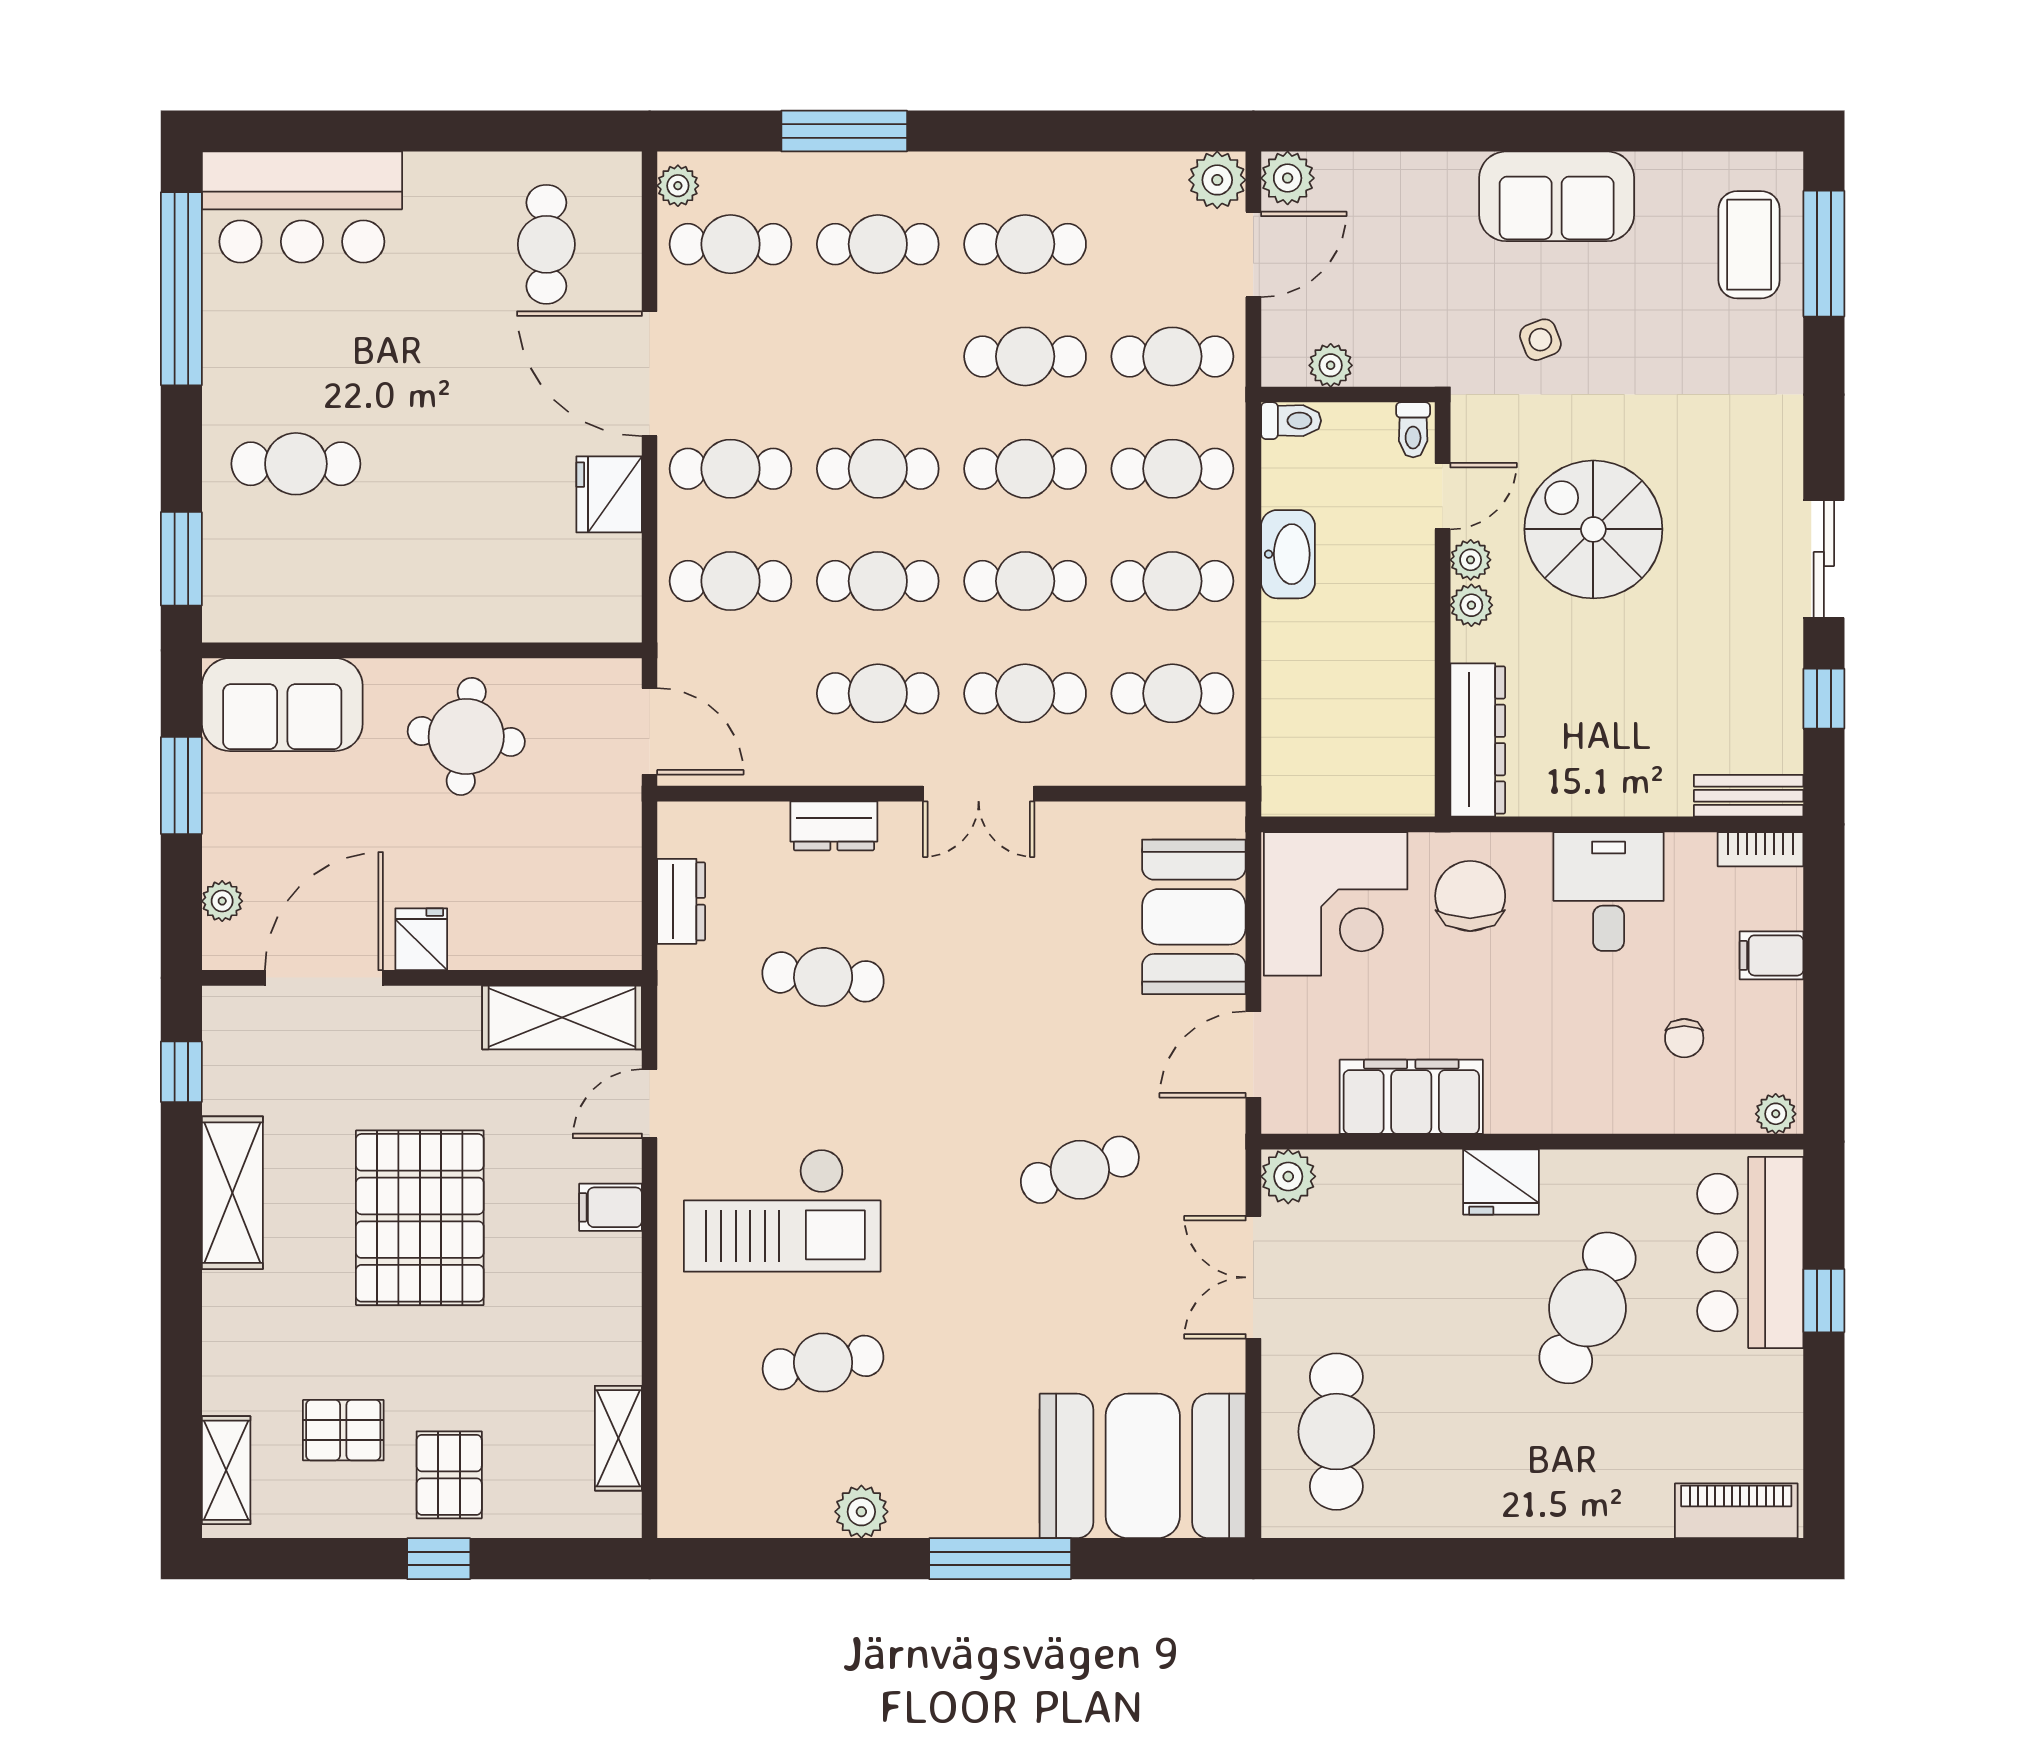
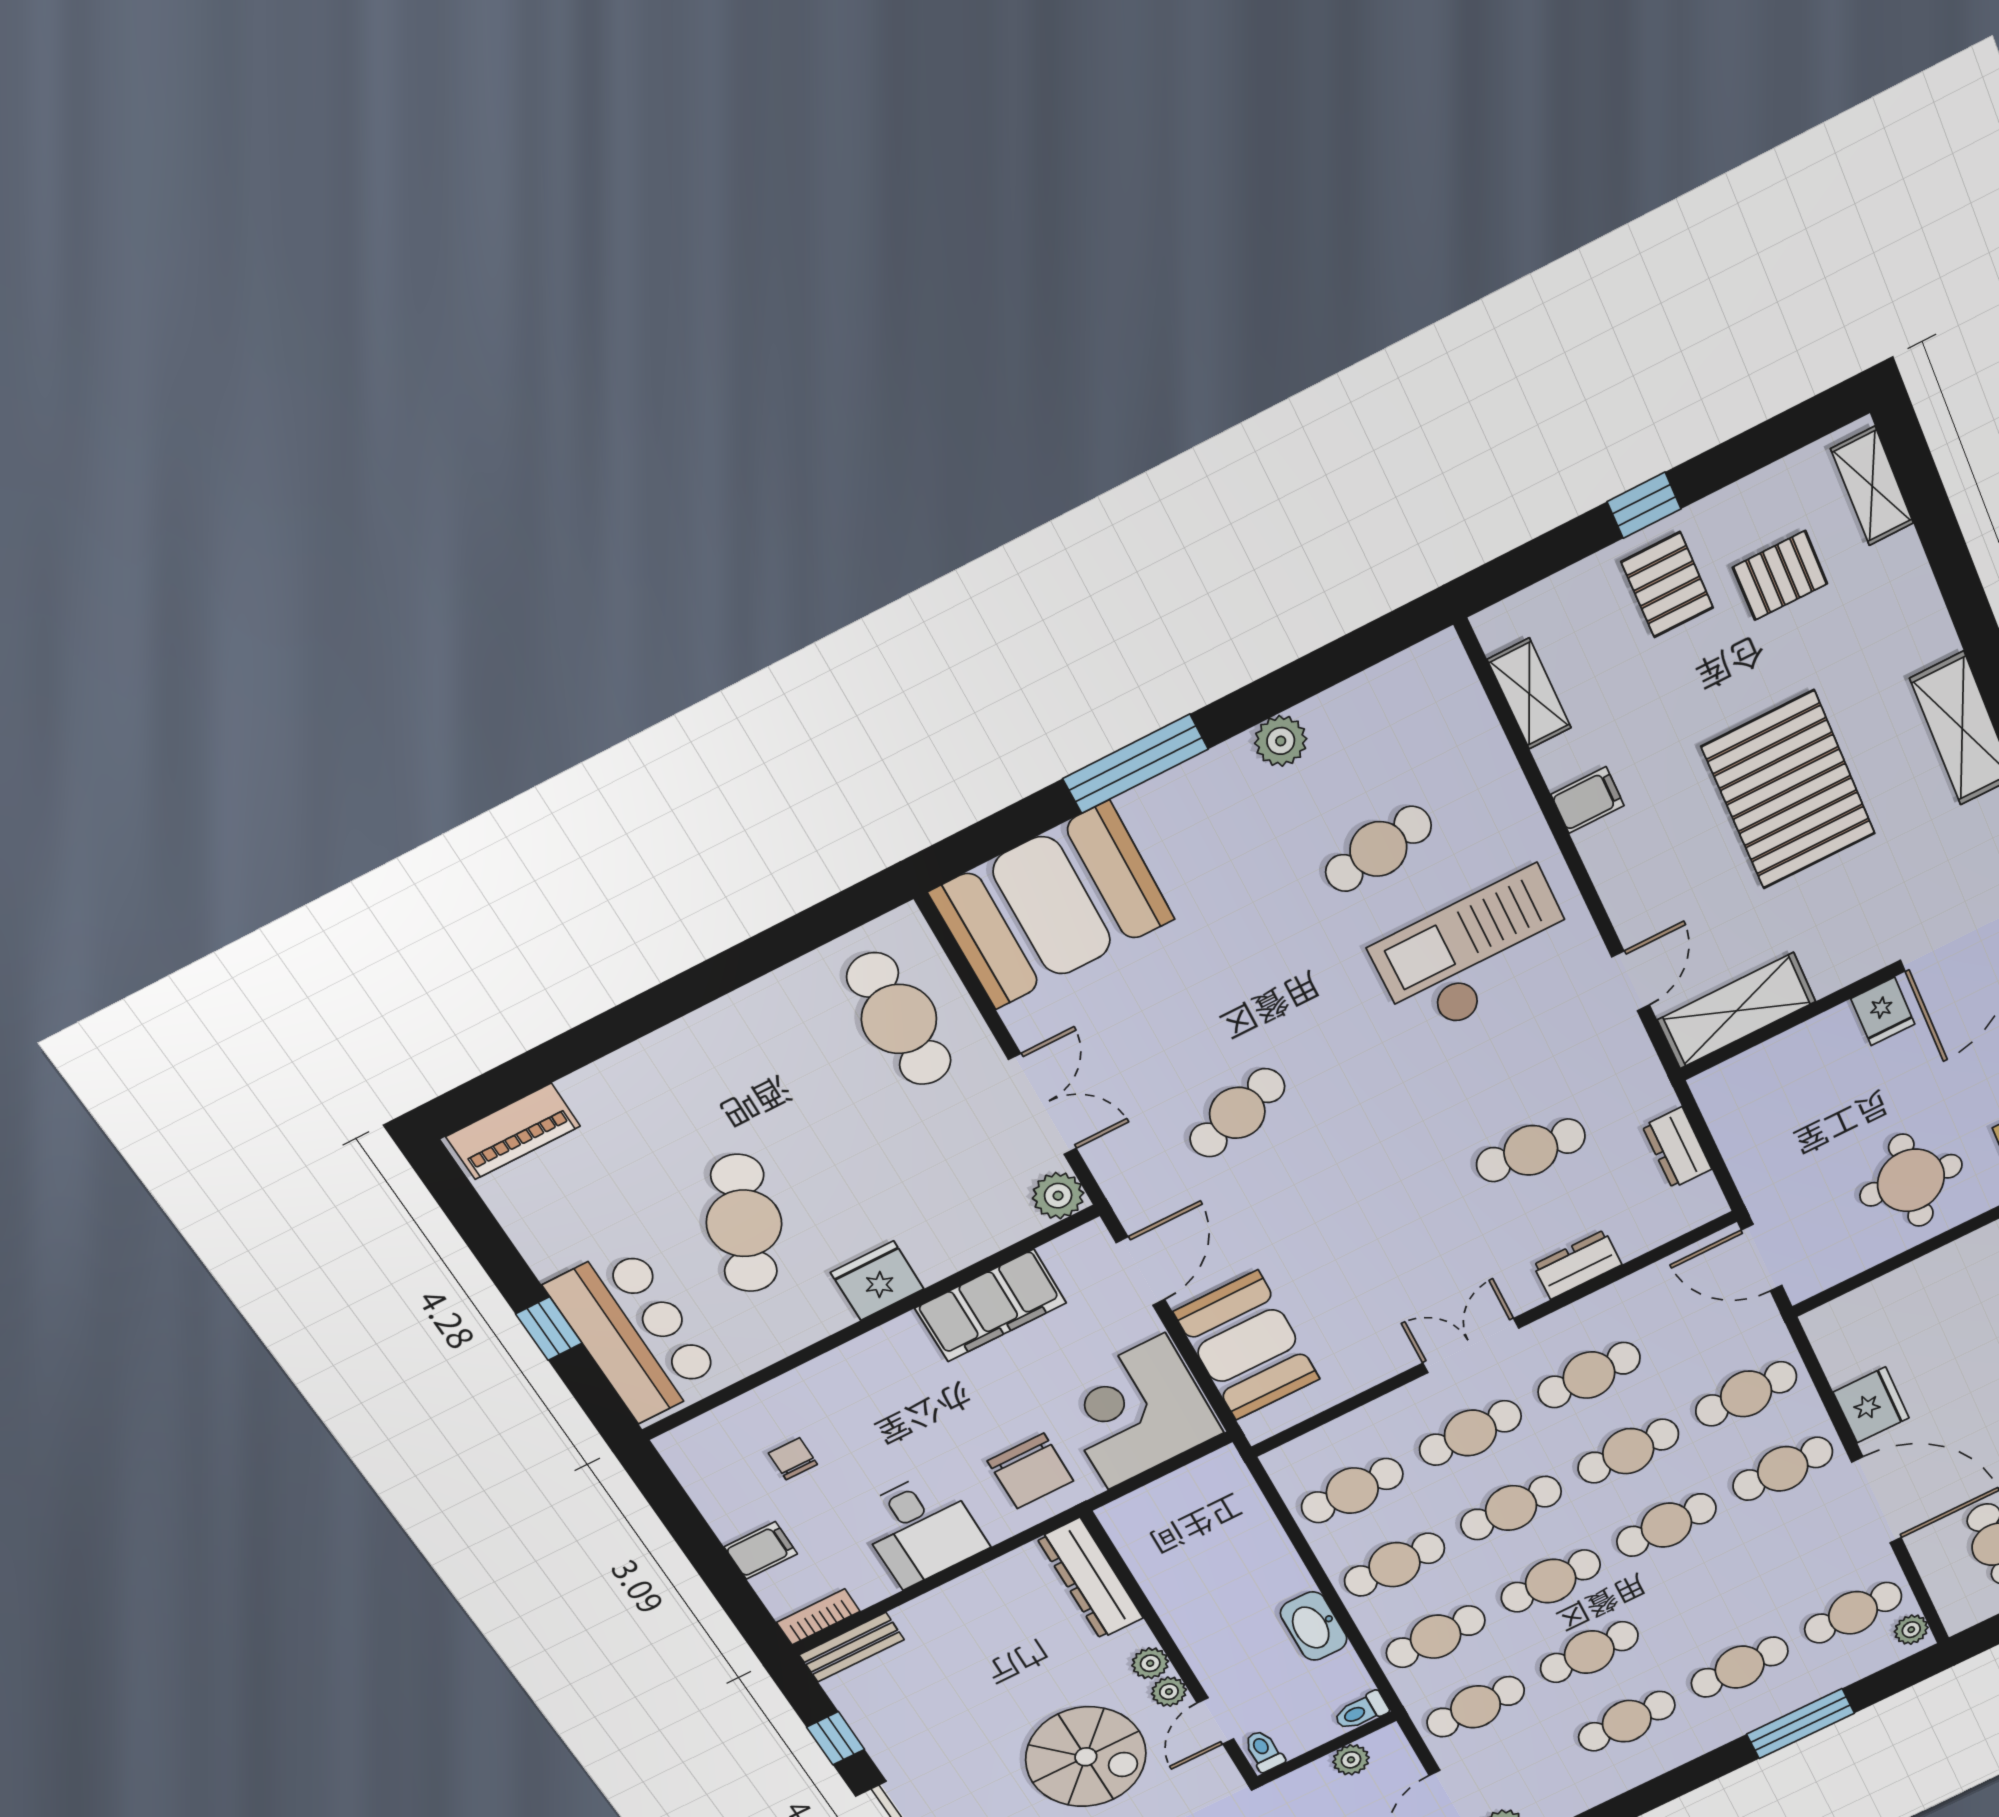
plant: (1776, 1114) -> (682, 1443), removed
filing cabinet: (610, 1207) -> (1588, 800), moved

